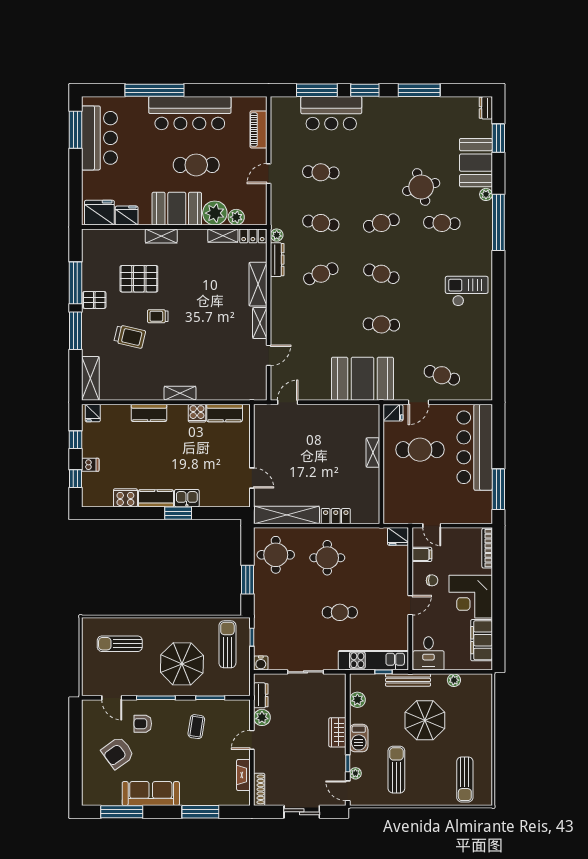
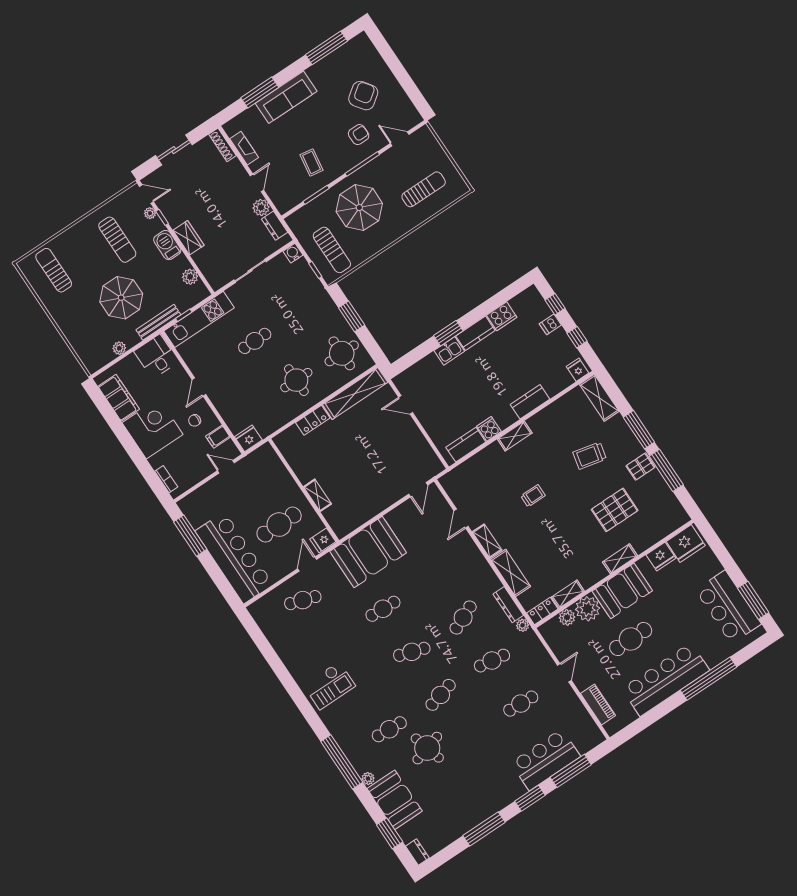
trolley: (158, 316) -> (533, 496), moved
bookcase: (487, 548) -> (166, 479), width x0.64
sofa: (151, 794) -> (286, 97), moved

